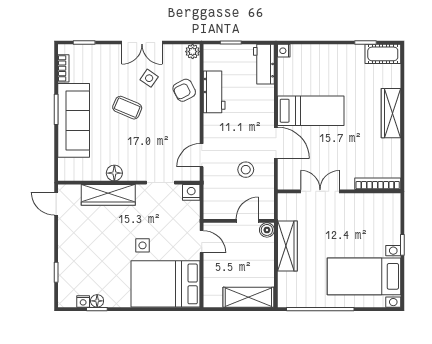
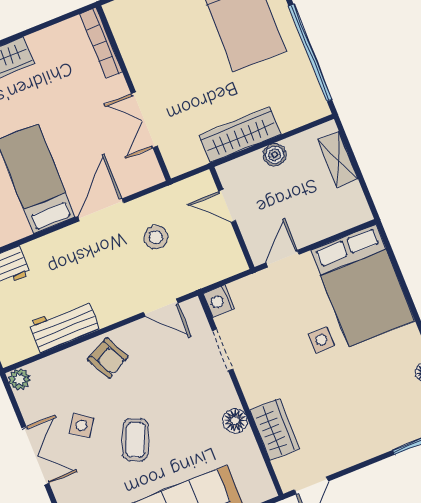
armchair: (184, 90) -> (108, 358), moved
wardrobe: (108, 195) -> (275, 430), width x0.67
boiler: (267, 230) -> (275, 155), moved
shelving: (248, 297) -> (338, 160), width x0.67, depth x0.75

